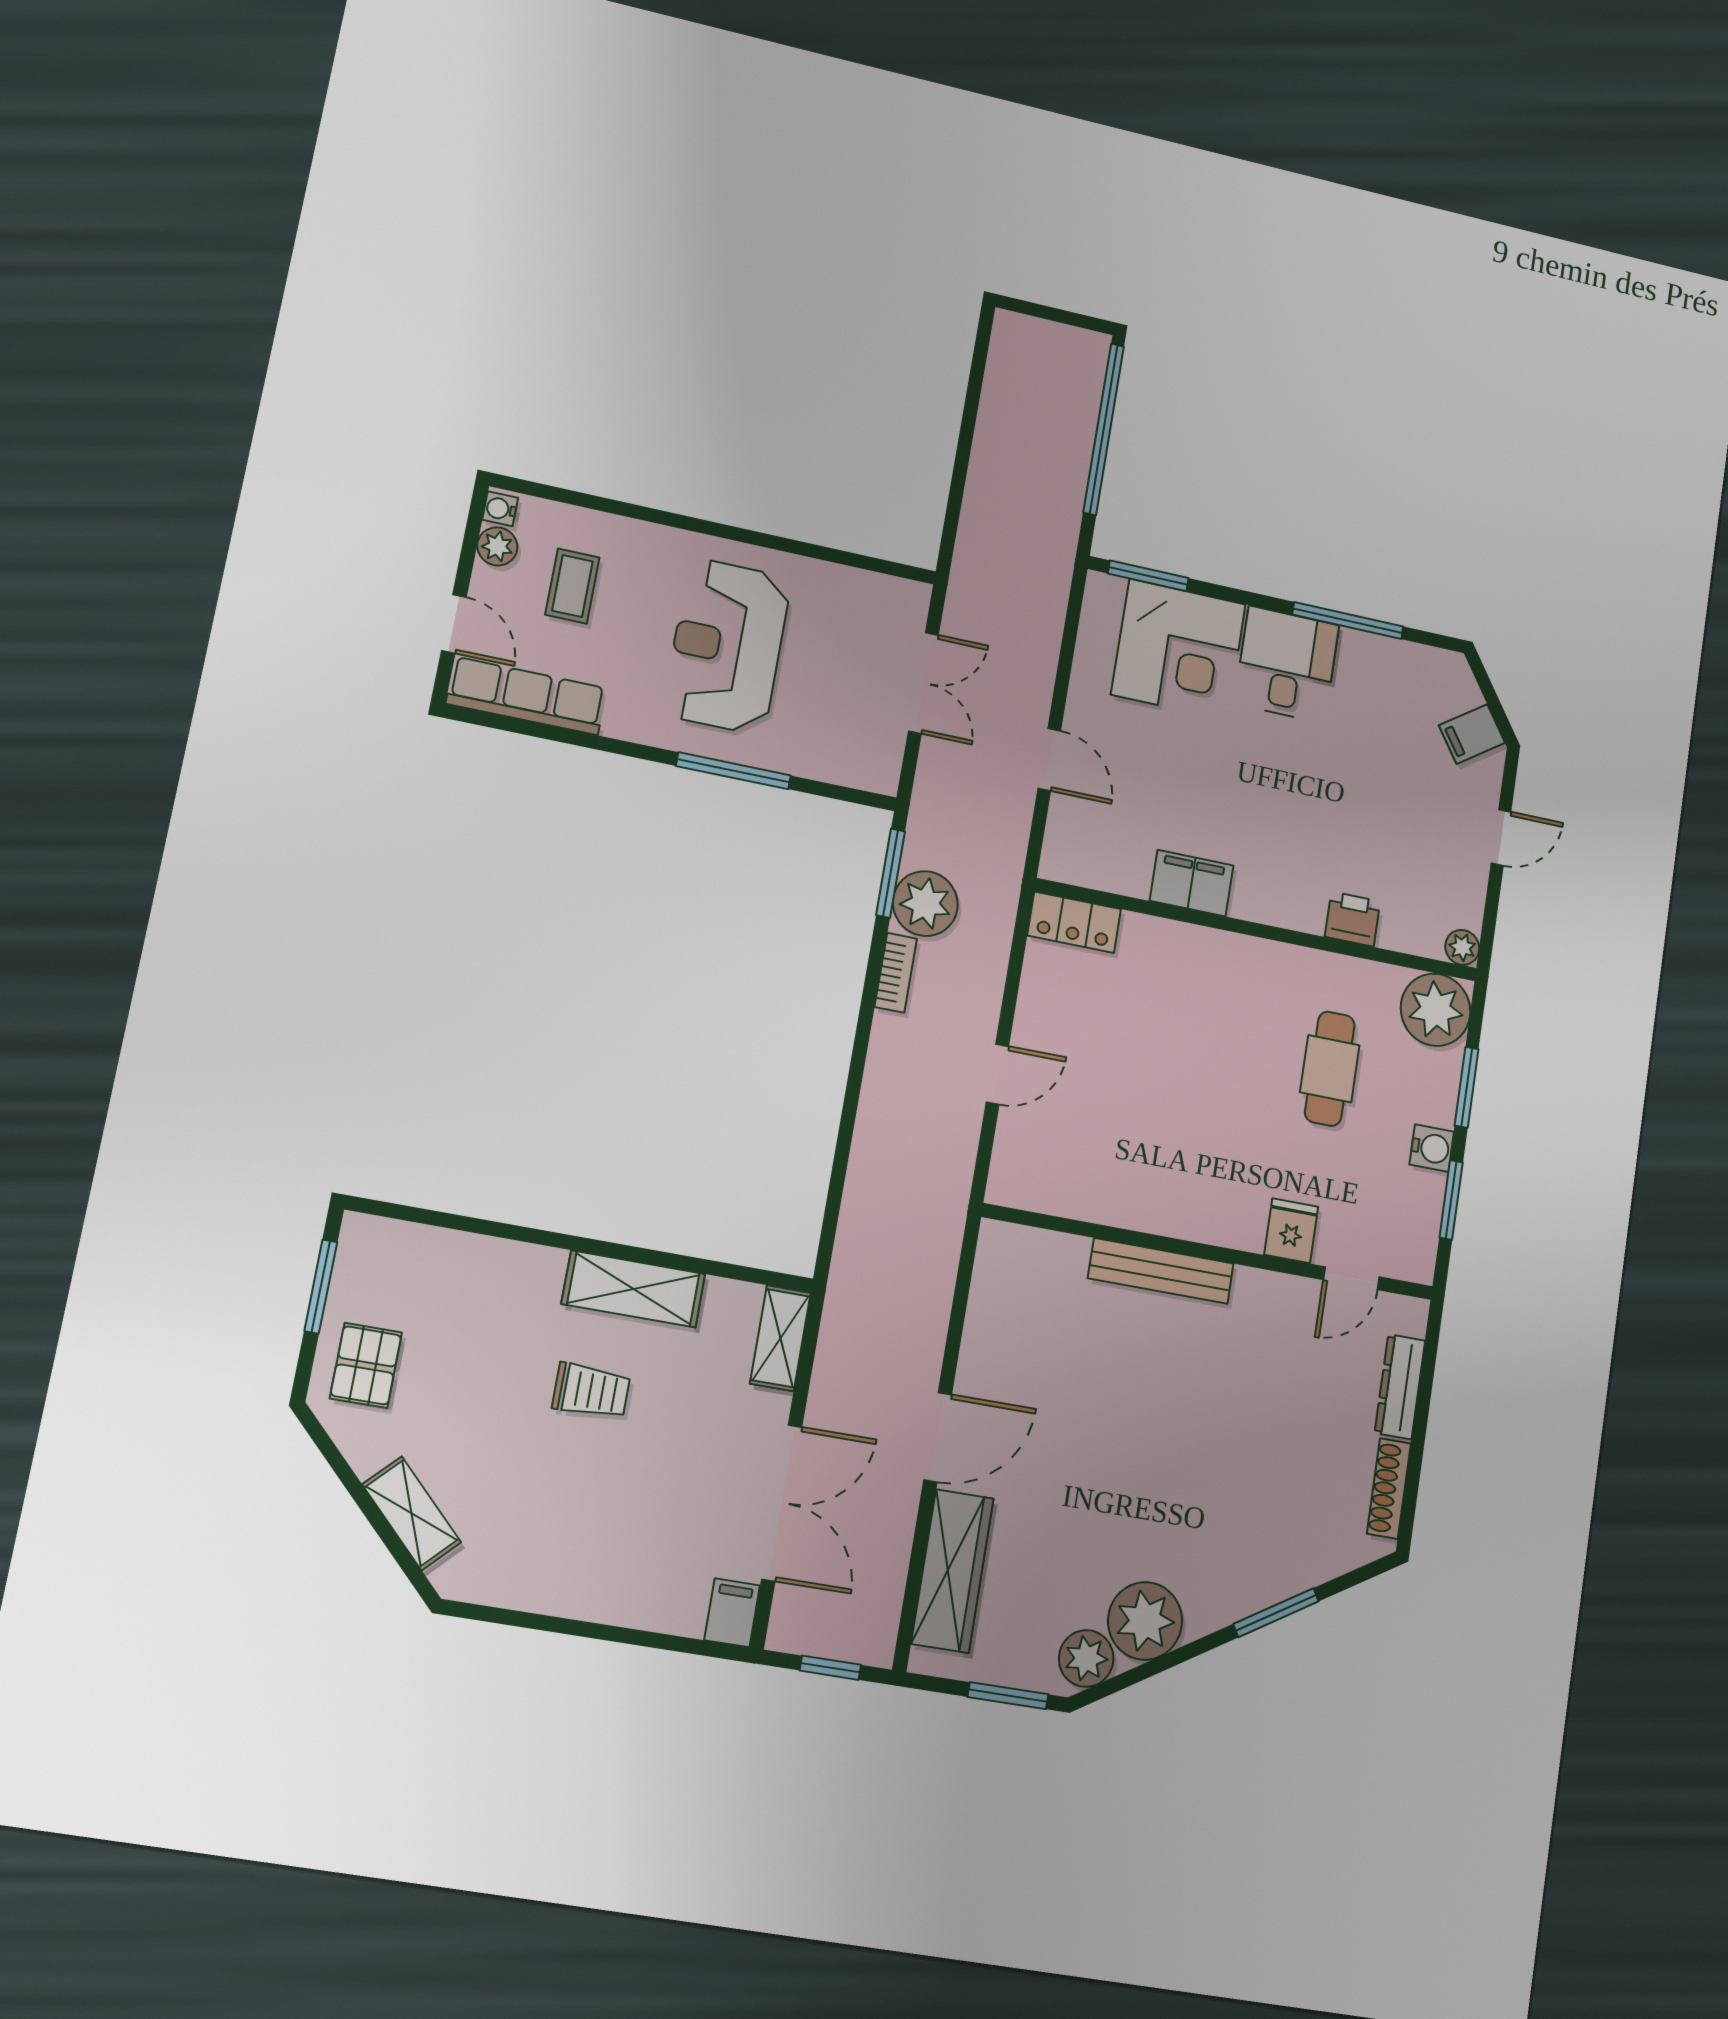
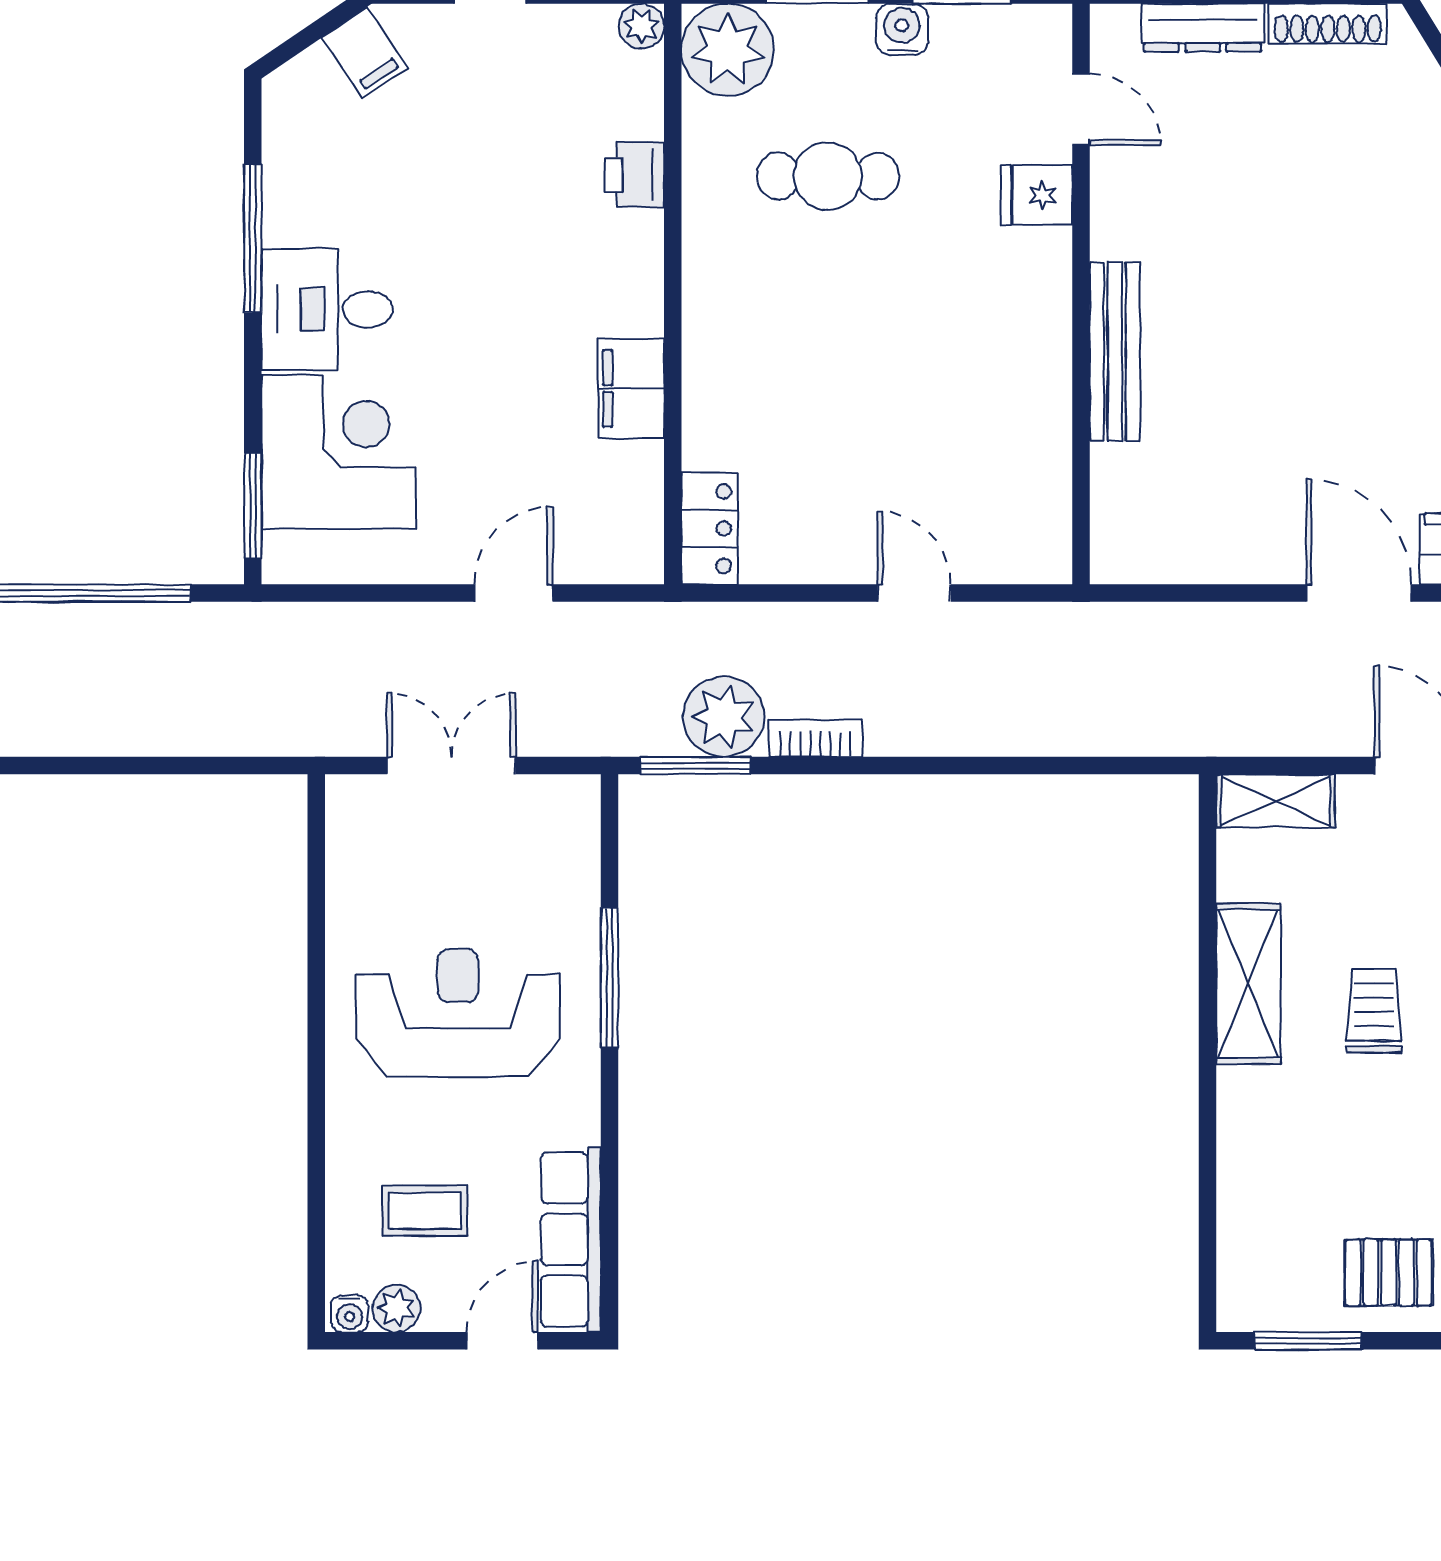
reception desk: (727, 646) -> (458, 1013), turned 180

